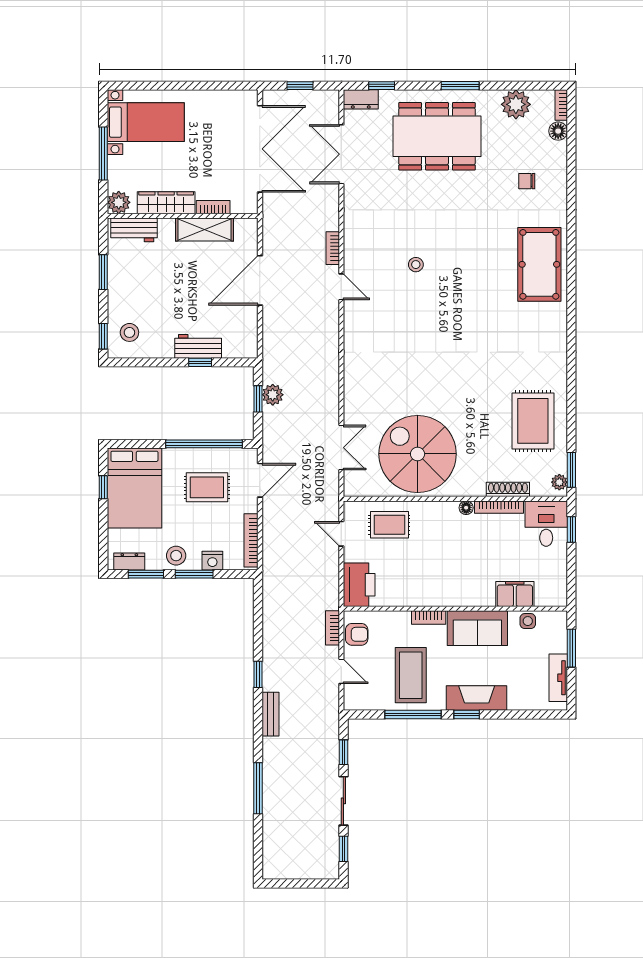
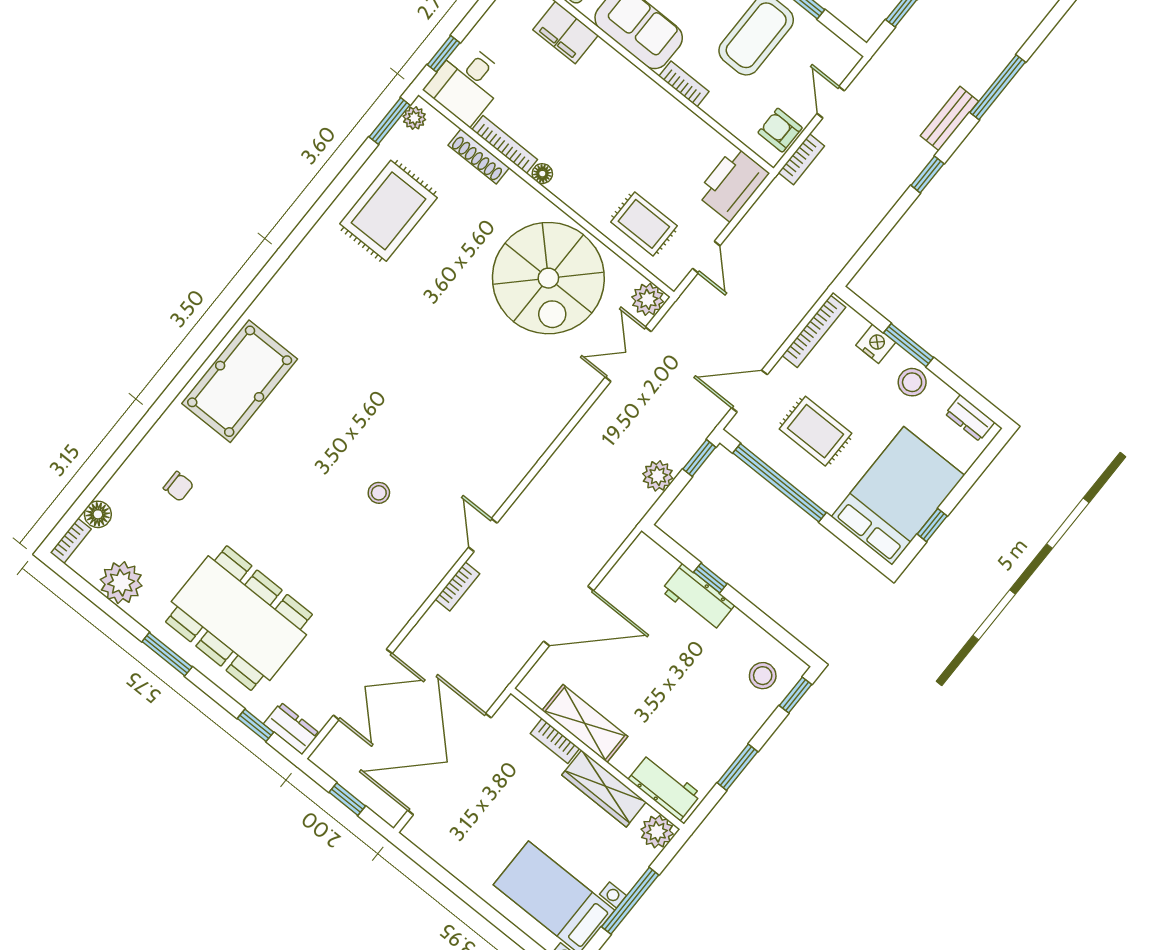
window: (258, 399) -> (699, 458), moved
plant: (355, 486) -> (648, 299), added
window: (146, 574) -> (963, 389), removed
window: (258, 788) -> (998, 87), moved

